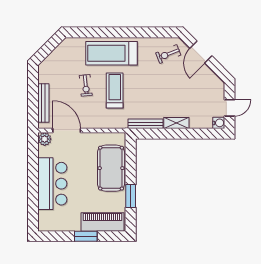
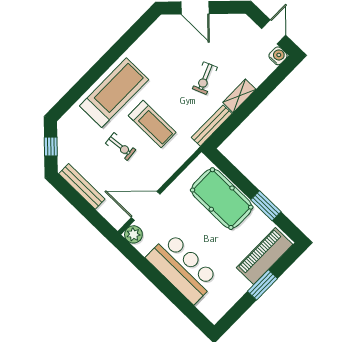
window: (49, 47) -> (51, 146), added
treadmill: (111, 53) -> (114, 93), turned 180
exercise bike: (168, 54) -> (205, 78), moved
treadmill: (115, 91) -> (152, 124), turned 180
bench: (43, 103) -> (82, 186), moved

